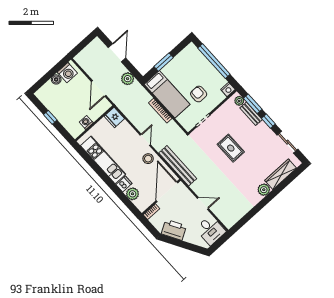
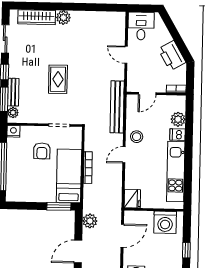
window: (164, 62) -> (59, 206), moved
washing machine: (86, 122) -> (165, 222), width x1.89, depth x1.89
door: (167, 192) -> (147, 93), width x0.53

